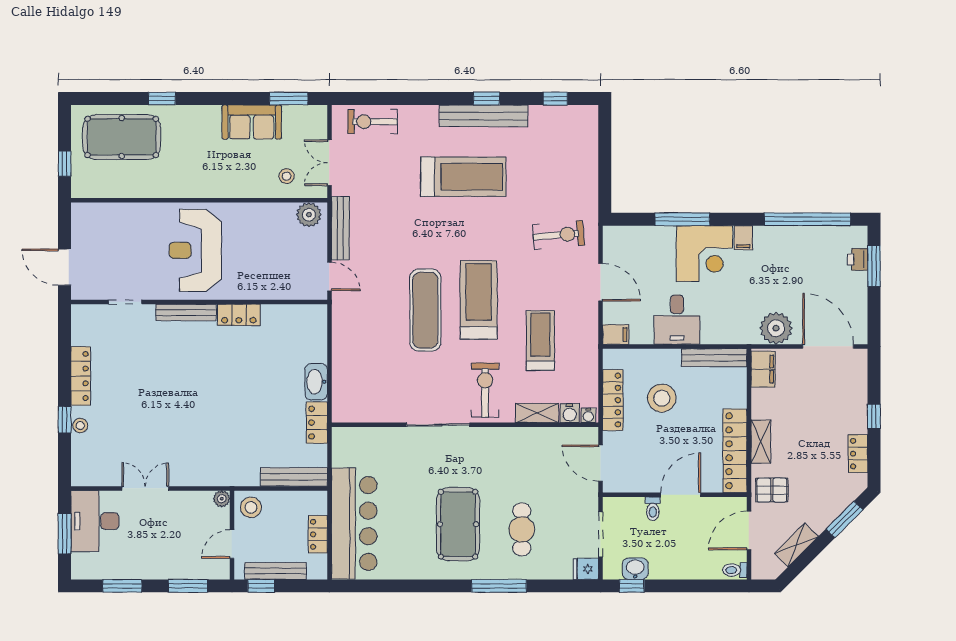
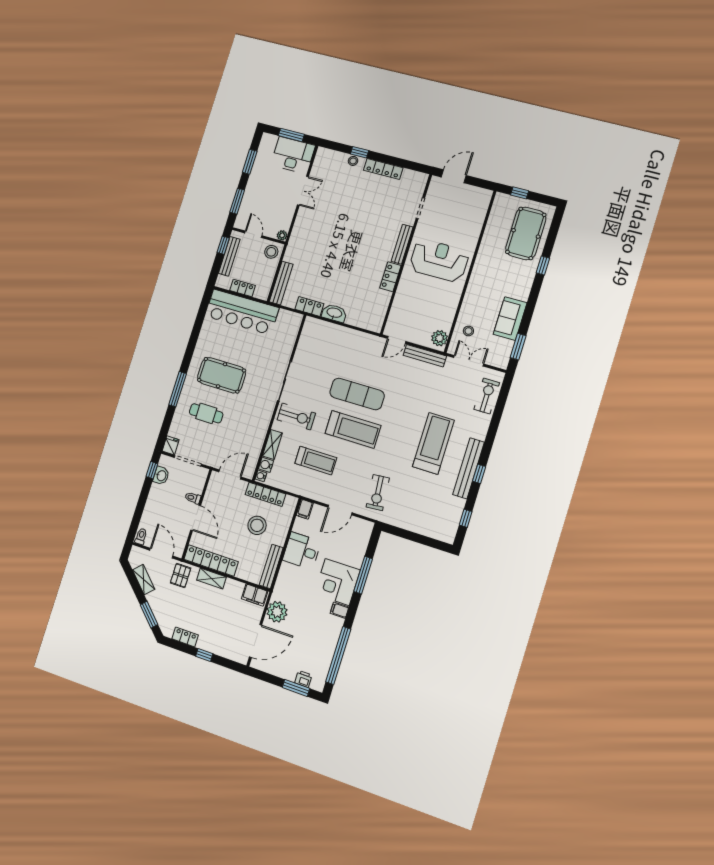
treadmill: (463, 177) -> (433, 443), turned 180

